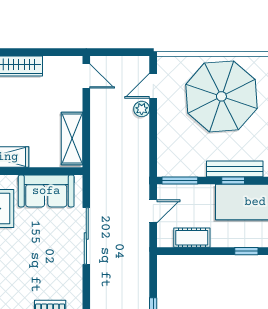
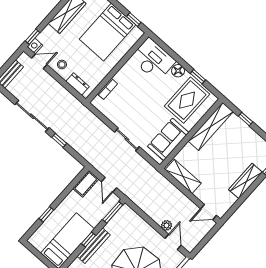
sliding door: (86, 236) -> (127, 139), width x0.73
cot: (192, 238) -> (86, 184), moved

